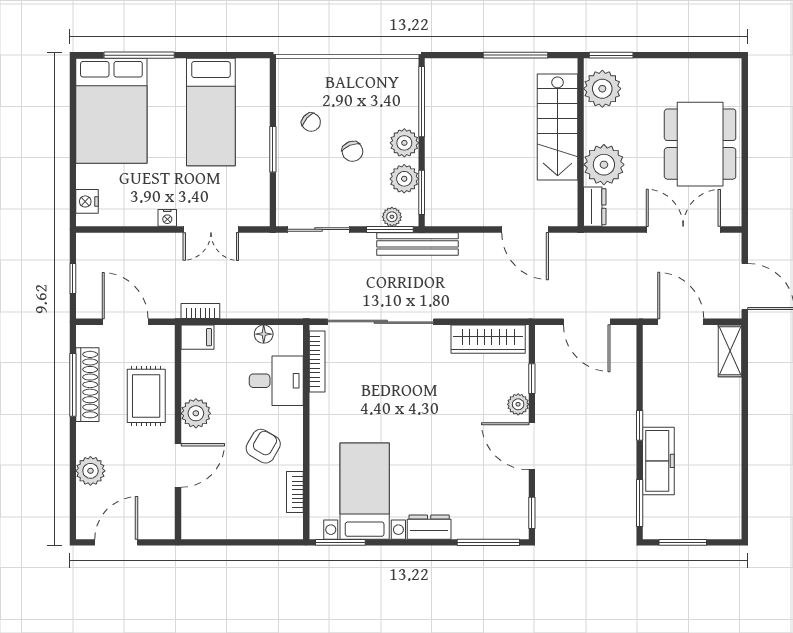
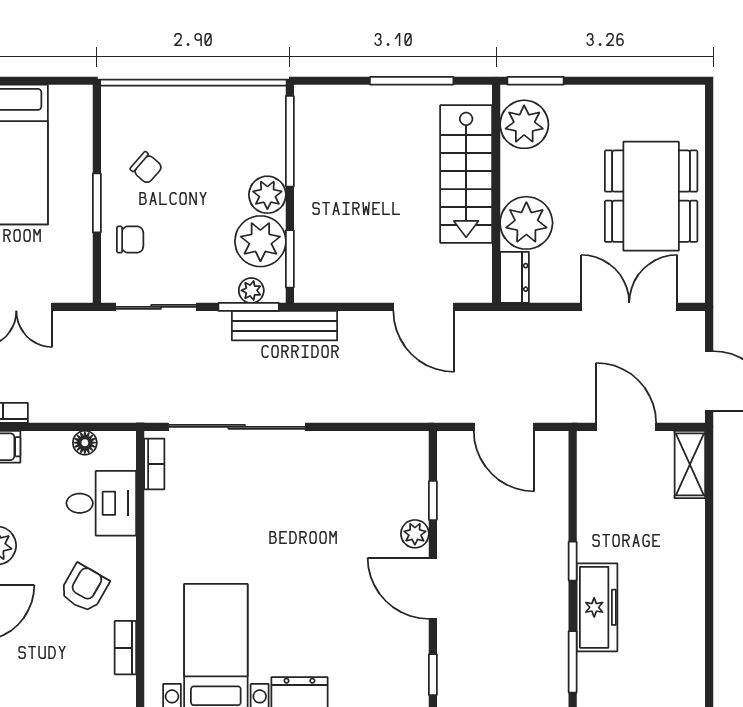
chair: (352, 151) -> (130, 240), moved, turned -68
plant: (404, 179) -> (260, 241), width x1.36, depth x1.36
wardrobe: (488, 339) -> (376, 449), removed
bookcase: (317, 361) -> (154, 464), width x0.64

